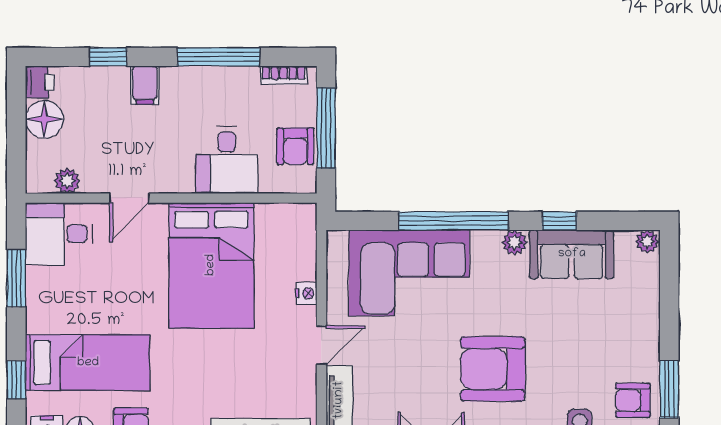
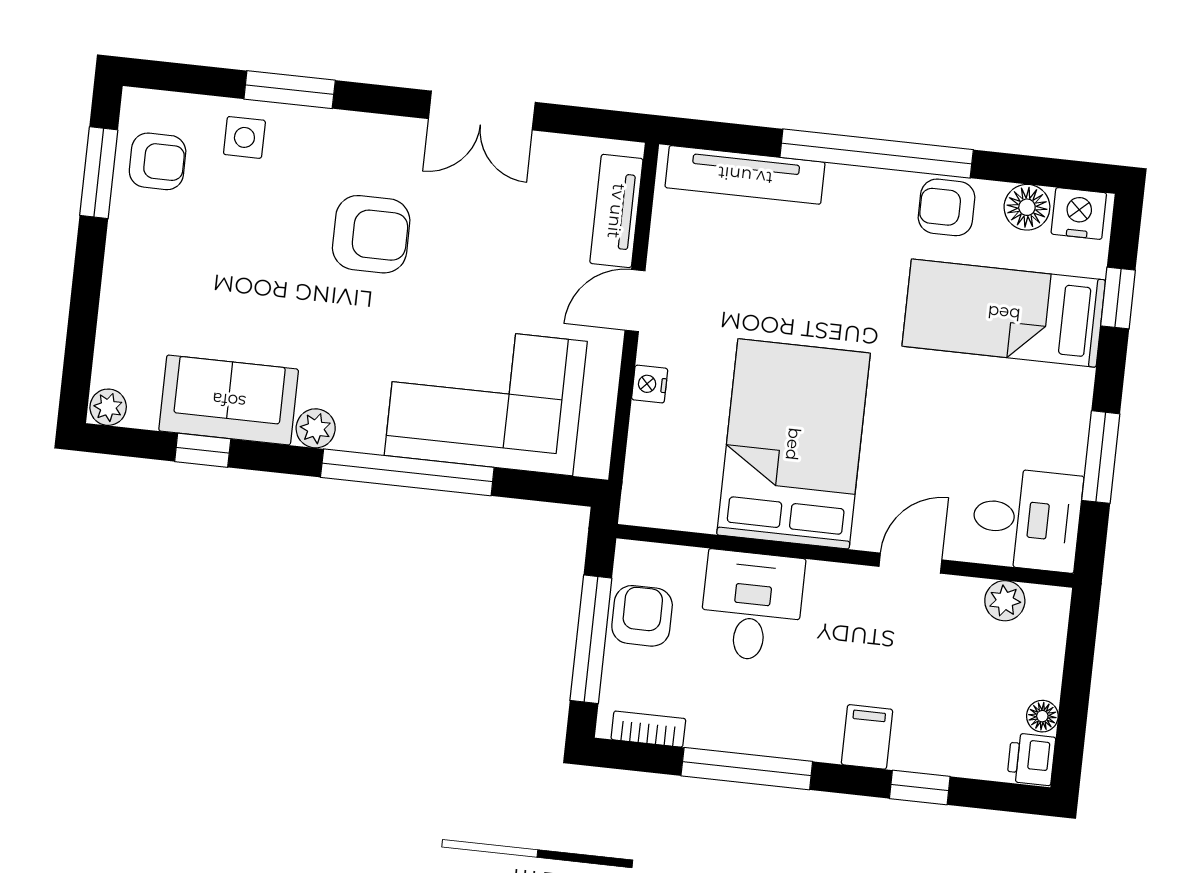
floor lamp: (44, 119) -> (1042, 716), width x0.53, depth x0.53
window: (559, 221) -> (203, 450), moved
armchair: (493, 369) -> (371, 234), width x0.73, depth x0.73

